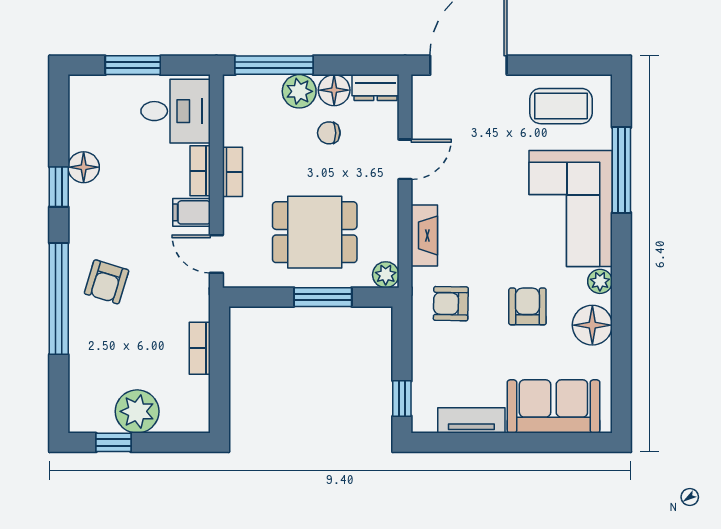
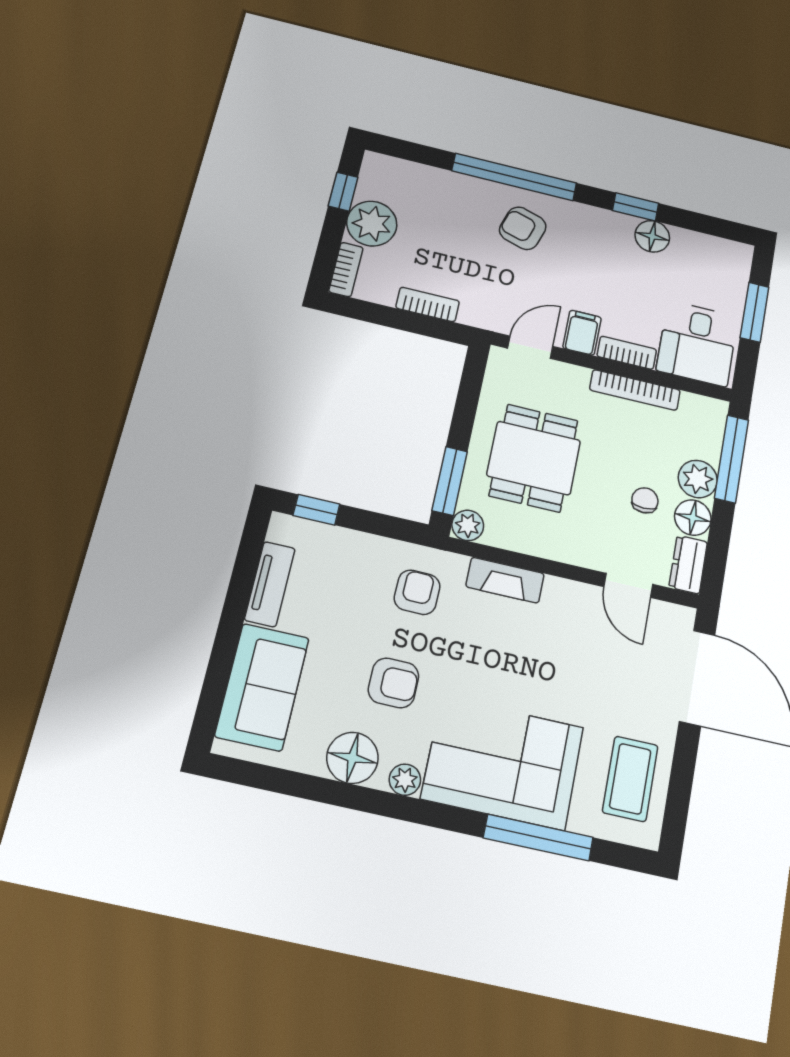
door: (405, 159) -> (628, 585), moved
bookcase: (233, 172) -> (635, 390), width x1.56
window: (323, 297) -> (450, 481), moved
bookcase: (186, 423) -> (346, 270), added

